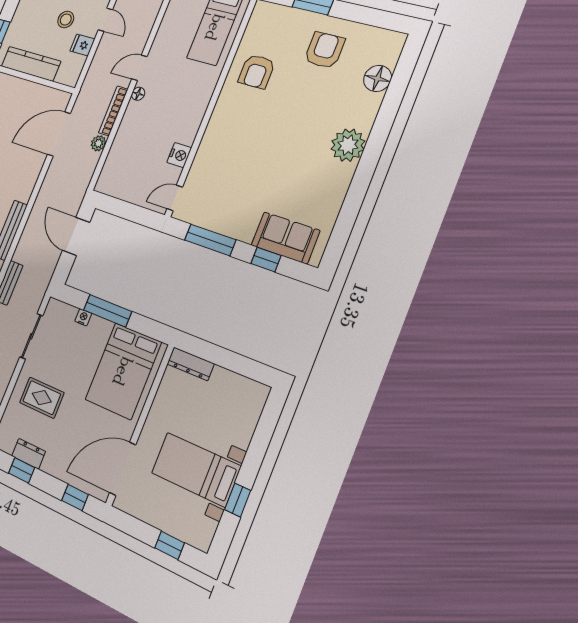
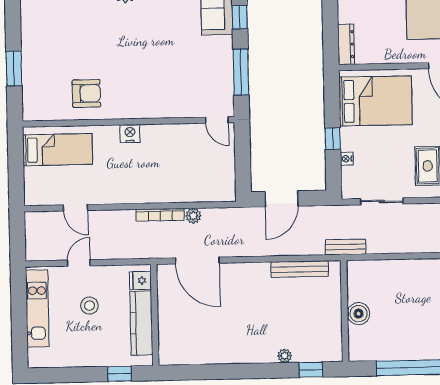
fridge: (82, 45) -> (140, 280), moved, turned 90
armchair: (324, 50) -> (52, 41), removed
door: (139, 68) -> (75, 208), moved
floor lamp: (138, 94) -> (138, 197), removed
nightstand: (179, 155) -> (130, 134), moved
window: (108, 311) -> (333, 138), width x0.46

